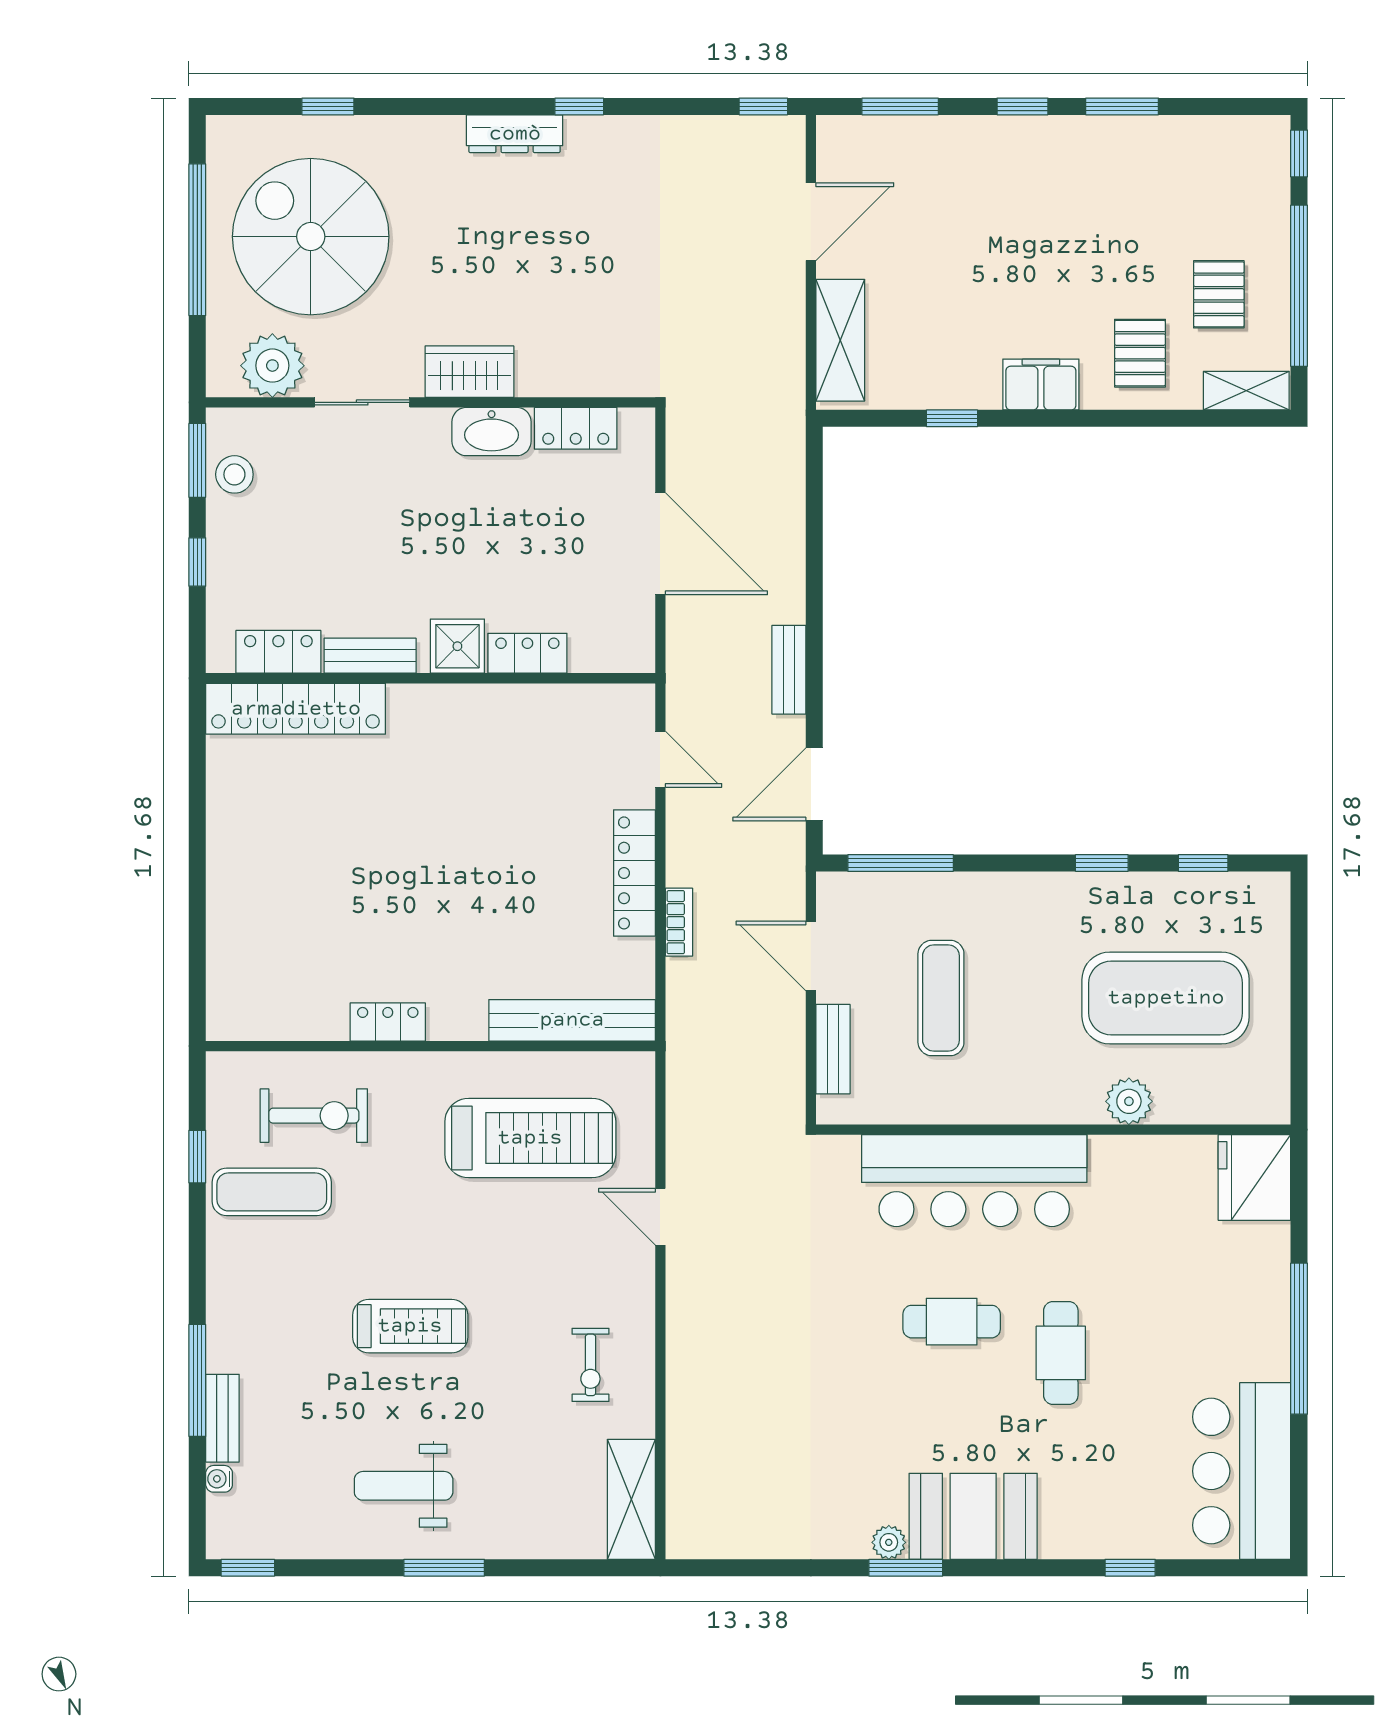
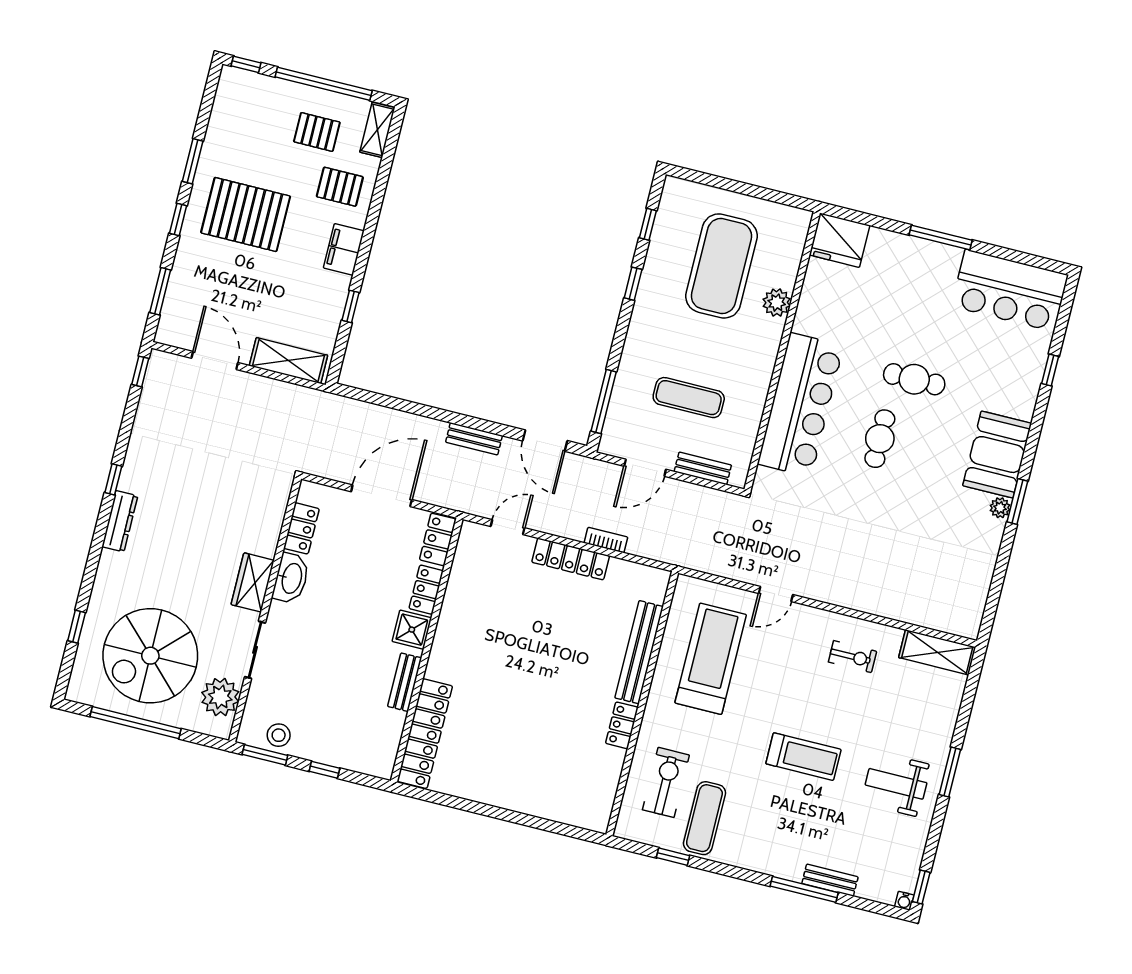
pallet: (1058, 213) -> (246, 214), added
locker: (278, 652) -> (438, 539), moved
bench: (572, 1020) -> (639, 652), moved
treadmill: (410, 1326) -> (803, 757), turned 90
window: (1299, 1339) -> (941, 238), width x0.68
water cooler: (219, 1479) -> (904, 901), moved
weight bench: (404, 1486) -> (896, 784), turned 90

